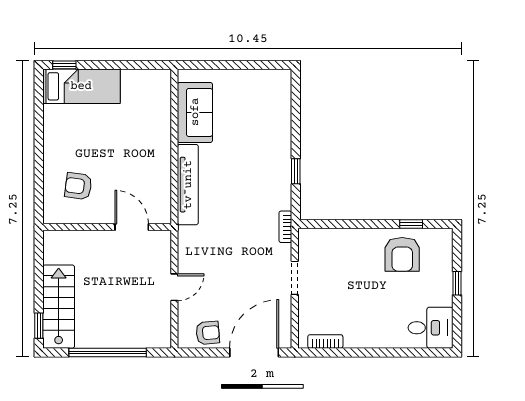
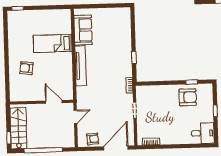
bed: (81, 86) -> (53, 43), moved, turned 180
wall: (107, 227) -> (42, 102), moved
door: (132, 227) -> (54, 102), moved
armchair: (402, 254) -> (188, 97), turned -90

